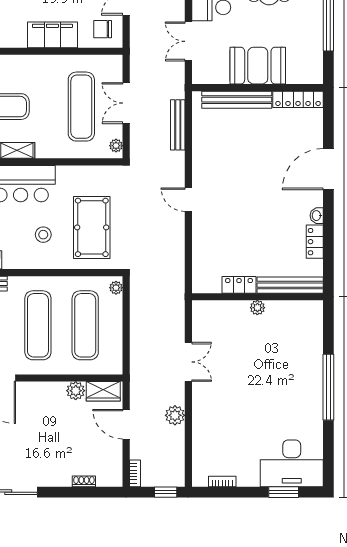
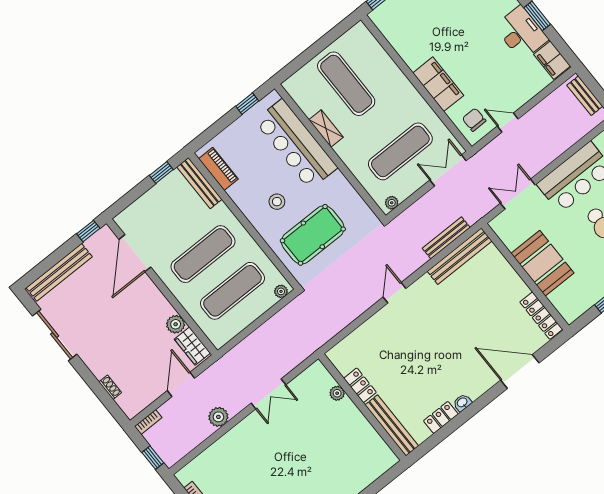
bench: (237, 100) -> (460, 256), moved, turned 90
double door: (126, 103) -> (448, 170), moved
door: (328, 169) -> (520, 372), moved
plant: (257, 308) -> (337, 393), moved

